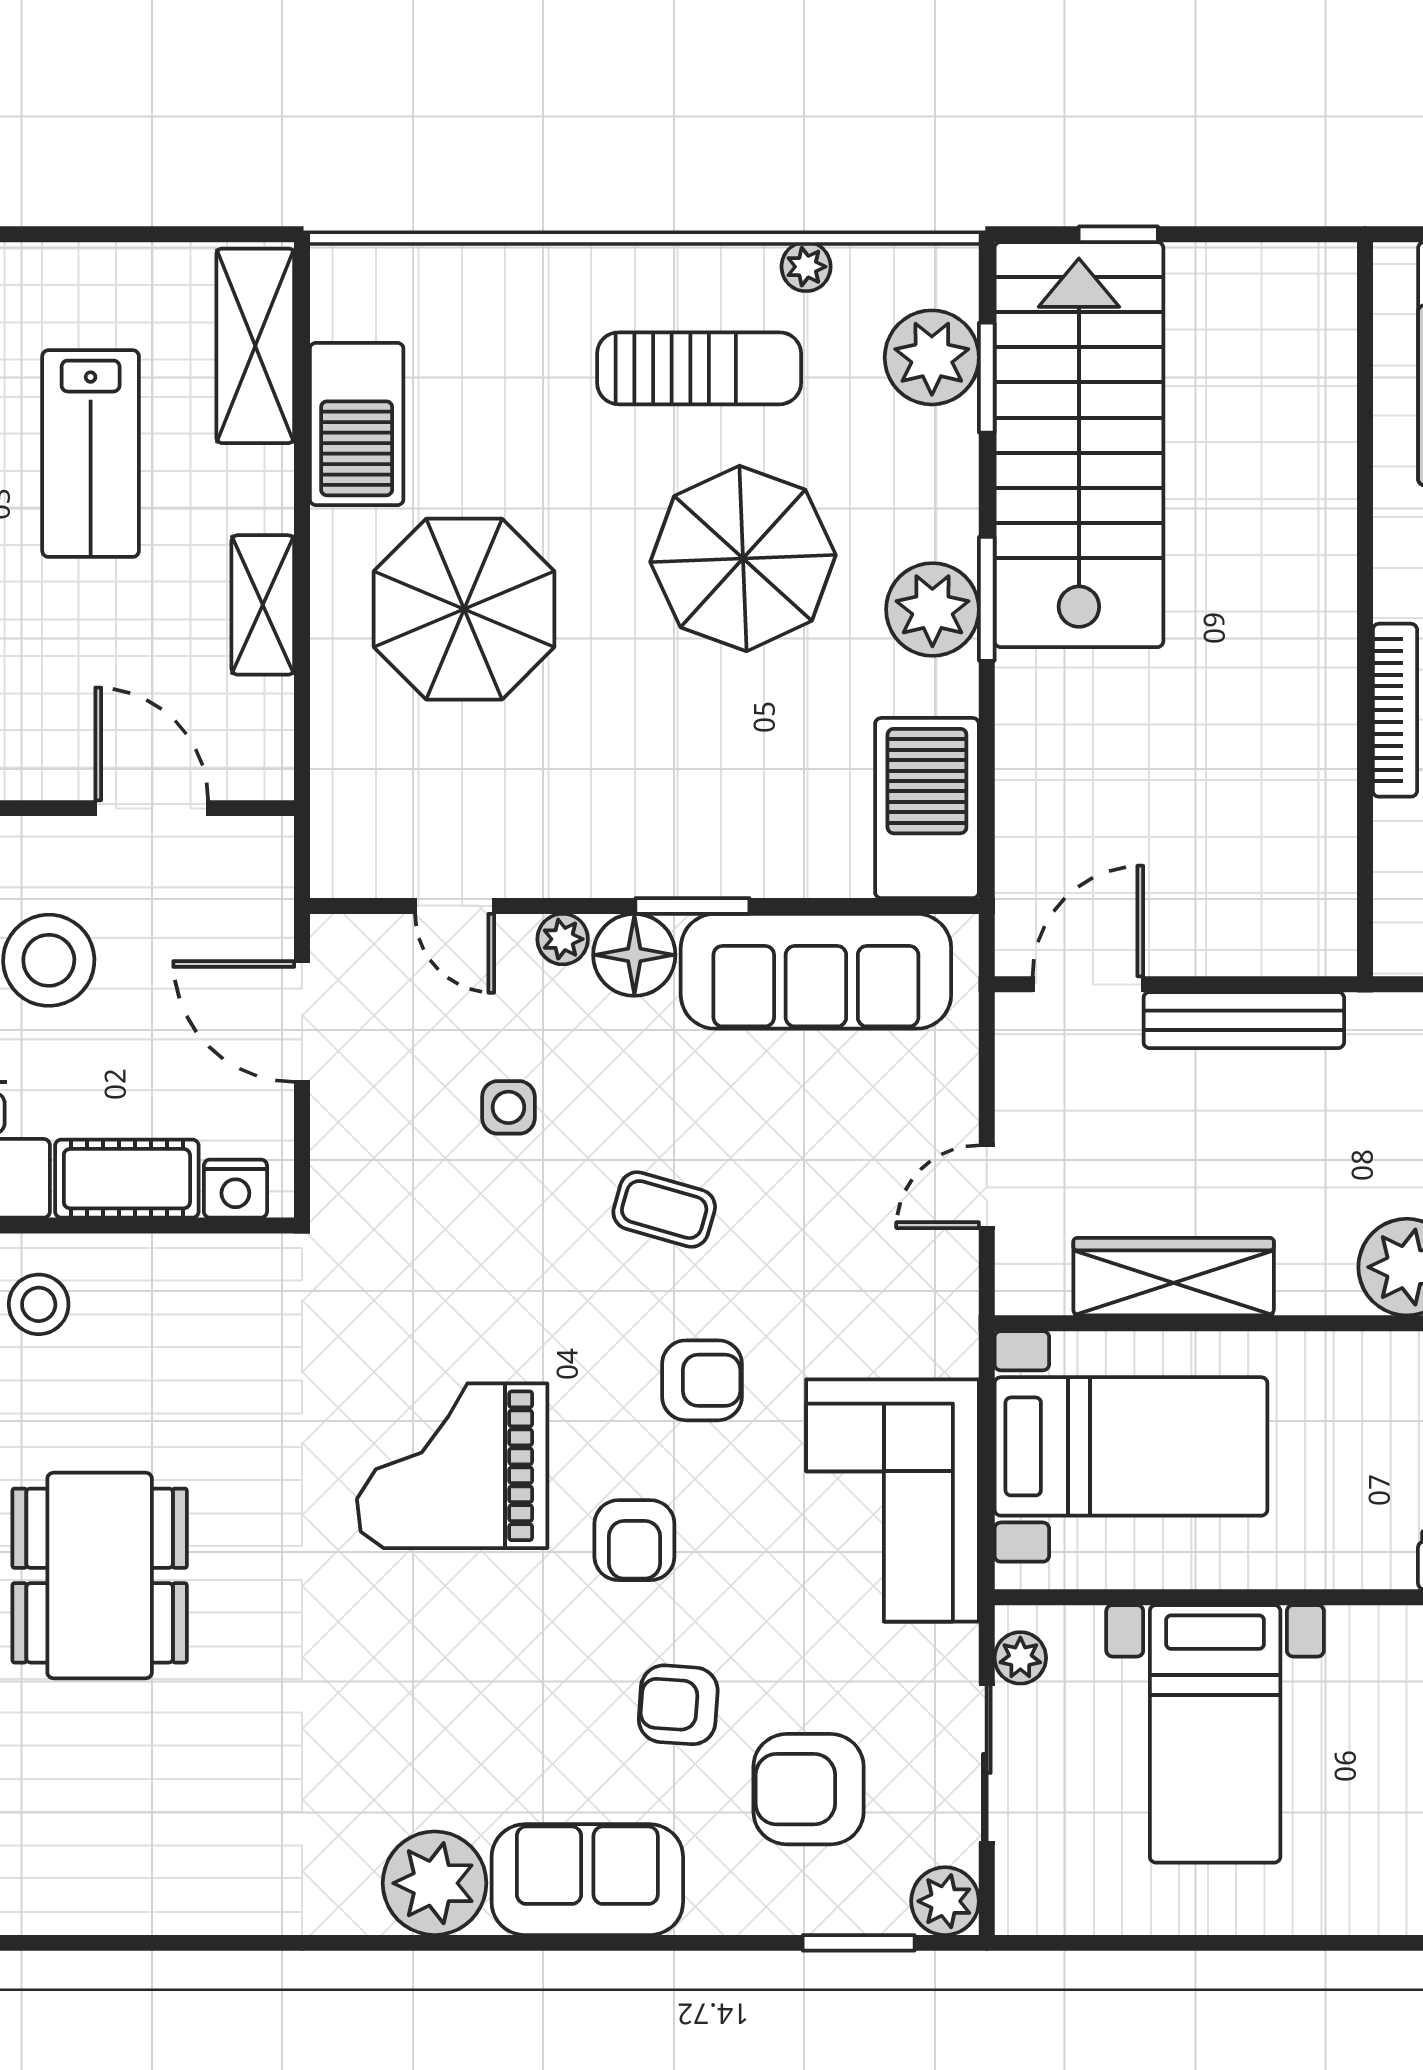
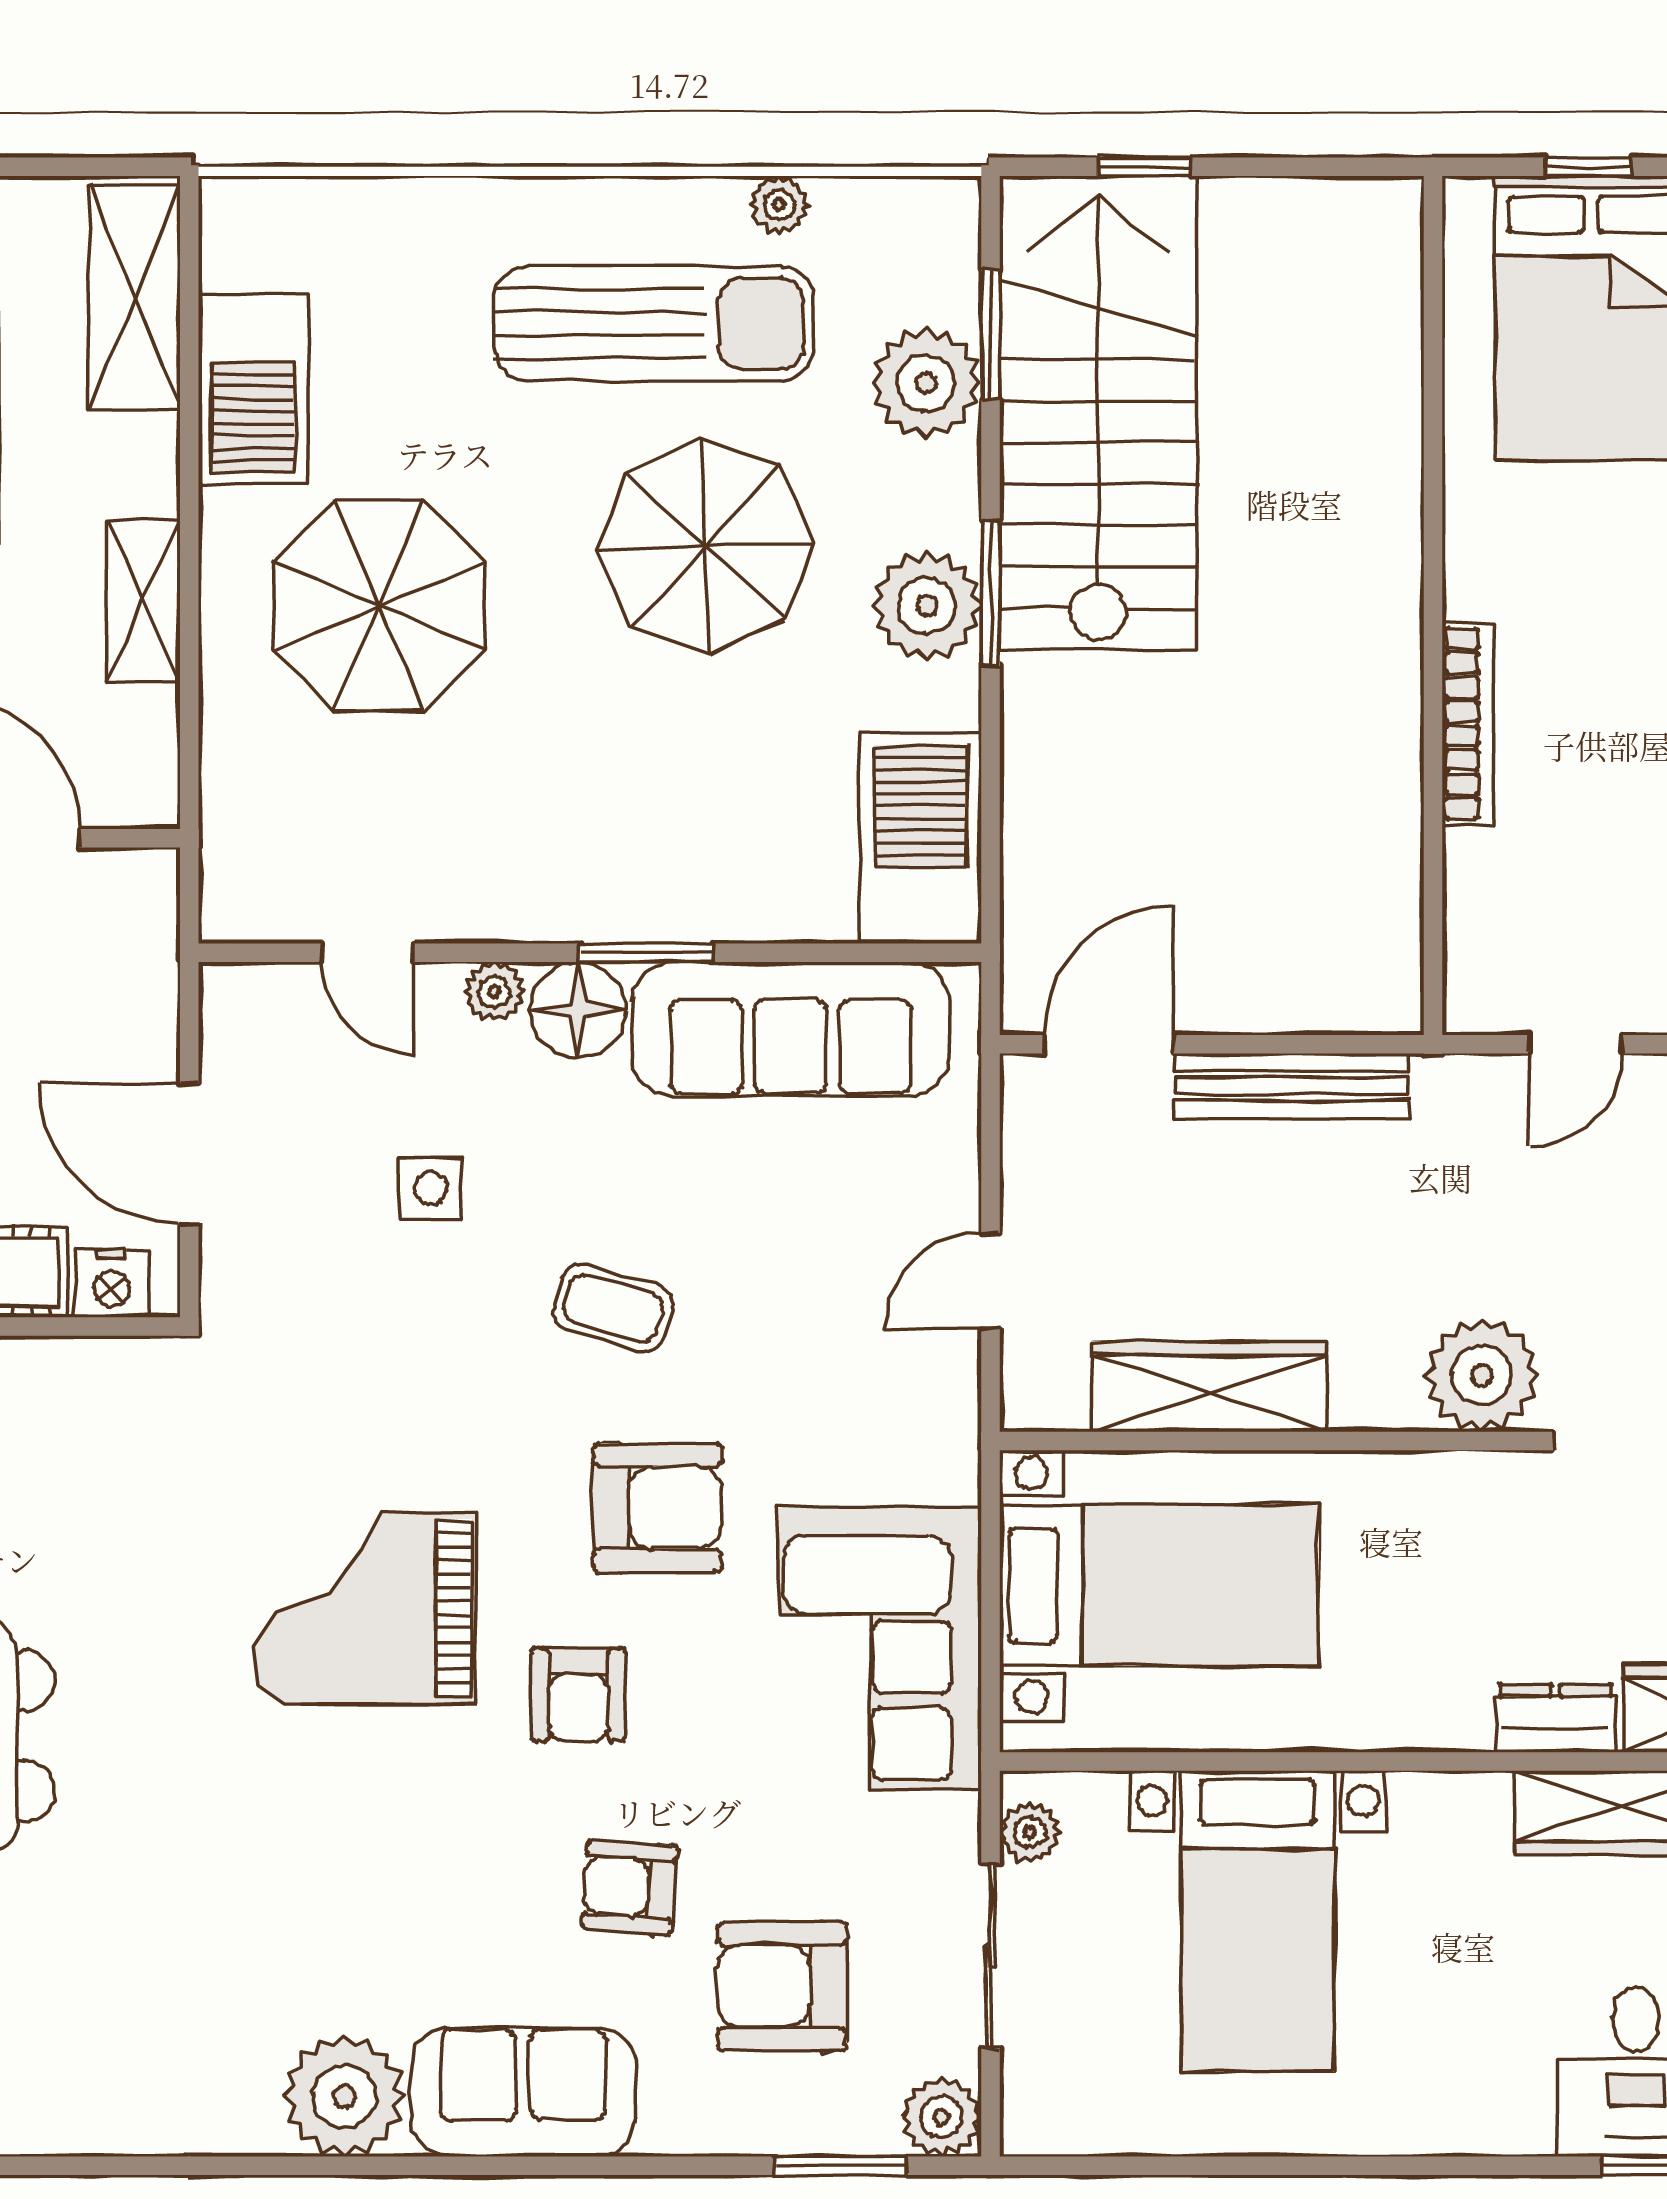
plant: (932, 357) -> (926, 383), moved
sun lounger: (699, 368) -> (654, 324), width x1.36, depth x1.34
door: (302, 1021) -> (189, 1154), moved
armchair: (702, 1380) -> (657, 1508), width x1.38, depth x1.38

